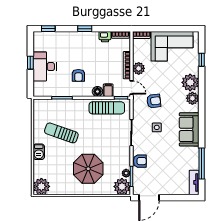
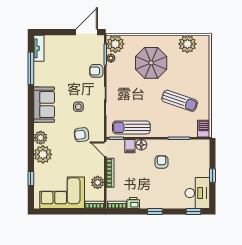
desk: (45, 67) -> (197, 193), moved
plant: (139, 68) -> (98, 182), moved
barbecue: (39, 152) -> (204, 129), moved
plant: (41, 186) -> (187, 44), moved

